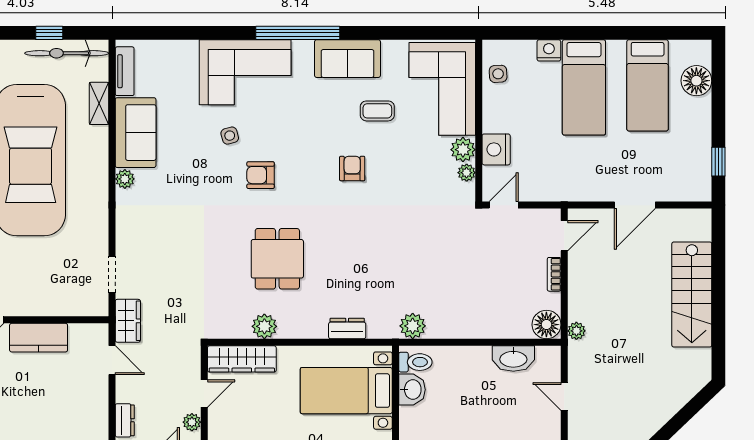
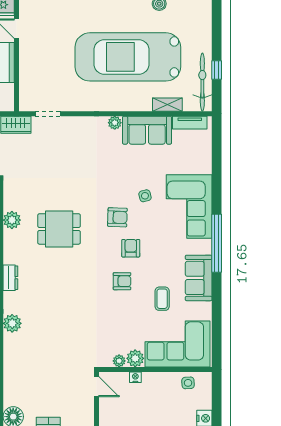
nightstand: (496, 149) -> (135, 377), width x0.53, depth x0.56
armchair: (305, 156) -> (131, 248), added
armchair: (261, 175) -> (117, 217), turned 92

